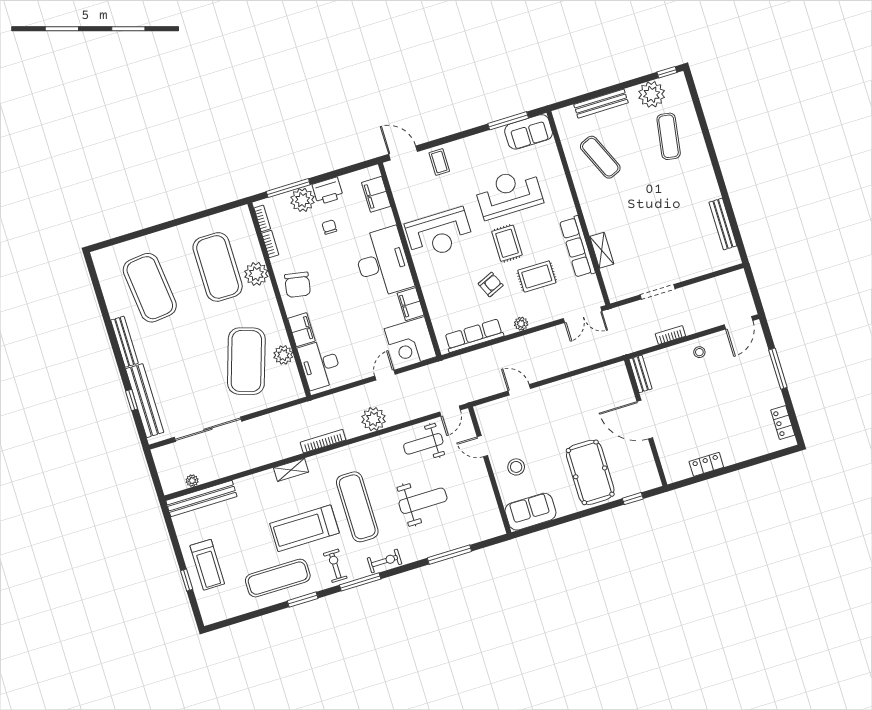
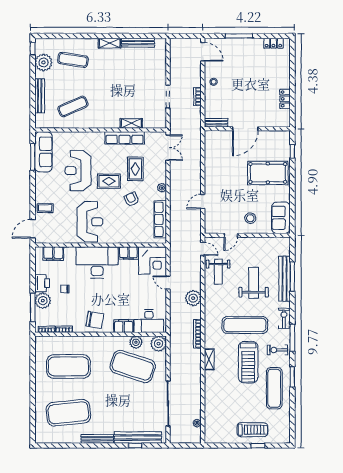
sofa: (529, 132) -> (43, 152), width x1.36
shelving: (710, 183) -> (110, 43), added
plant: (256, 274) -> (159, 344), moved
bench: (201, 499) -> (285, 279), moved

